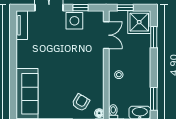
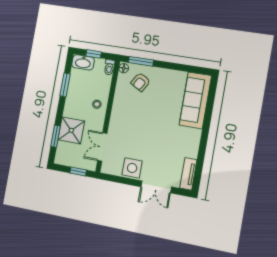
window: (80, 8) -> (123, 180), removed
shower: (139, 22) -> (71, 130), moved
window: (154, 99) -> (65, 85), moved

